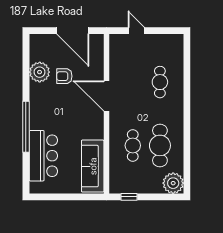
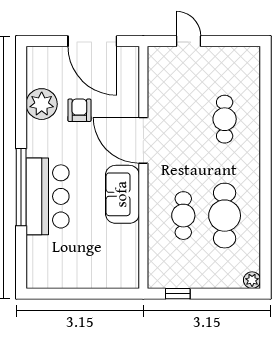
armchair: (64, 76) -> (79, 110), turned 90
bar counter: (43, 156) -> (48, 196), moved
sofa: (93, 166) -> (122, 194), moved, width x0.73
plant: (173, 183) -> (252, 280), width x0.53, depth x0.53

